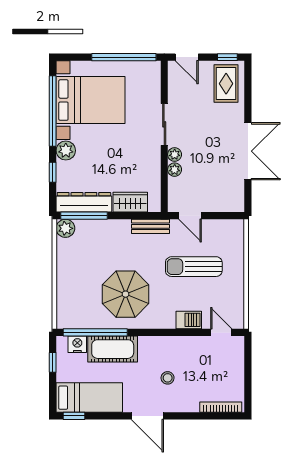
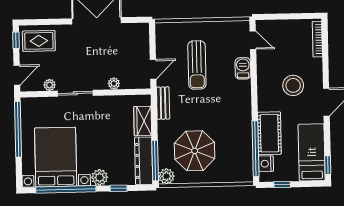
plant: (175, 154) -> (50, 85), moved
parasol: (126, 294) -> (195, 151), moved
door: (221, 332) -> (253, 40), swing flipped
stool: (168, 378) -> (293, 85), width x1.89, depth x1.89

